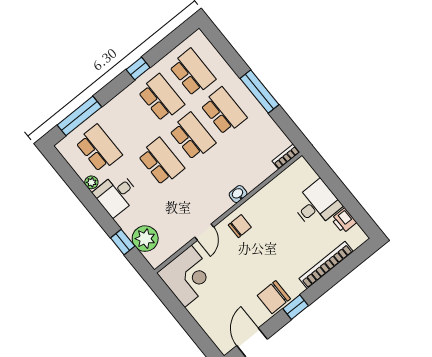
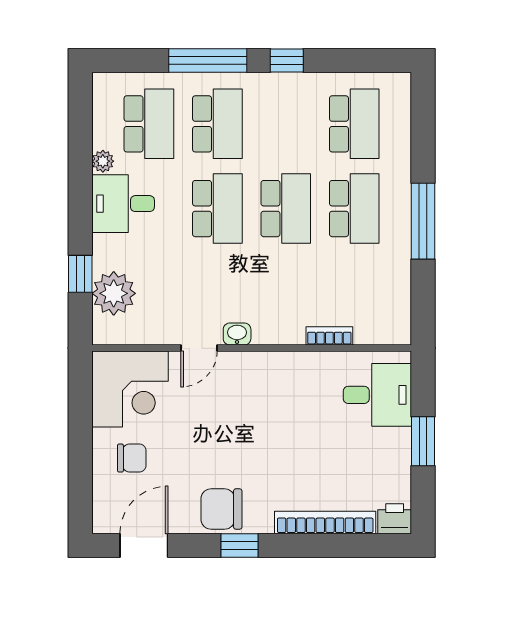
school desk: (161, 98) -> (217, 124), moved
window: (79, 116) -> (208, 60), moved
bookcase: (286, 157) -> (329, 336), moved
window: (341, 192) -> (423, 441), added
washbasin: (238, 194) -> (237, 334), moved
desk: (316, 204) -> (377, 395), moved
printer: (344, 221) -> (395, 519), moved, turned 90
chair: (240, 226) -> (132, 458), moved

